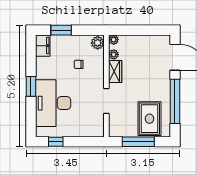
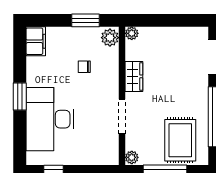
window: (61, 30) -> (85, 20), moved
plant: (114, 54) -> (132, 157), moved

